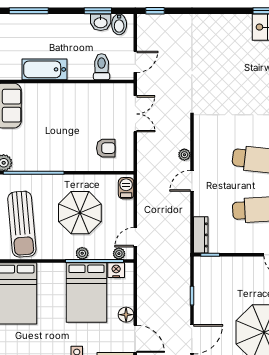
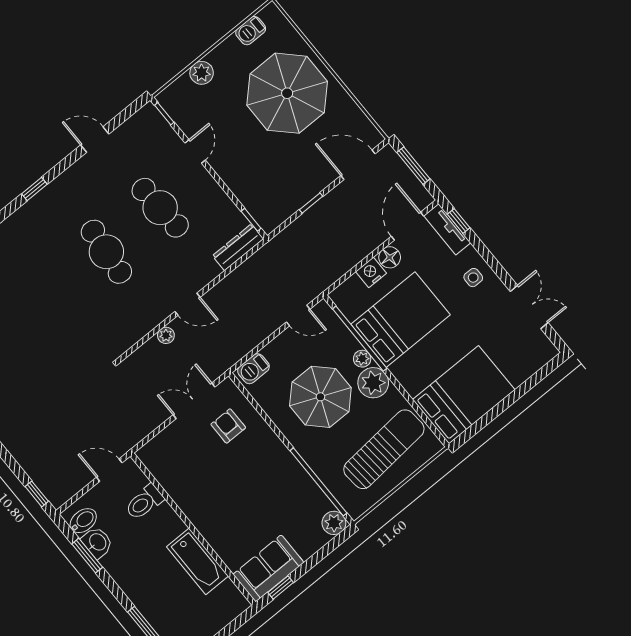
double door: (135, 114) -> (194, 401), moved
plant: (119, 254) -> (373, 383), moved, width x1.87, depth x1.87
nightstand: (116, 270) -> (371, 272), moved, turned 90

